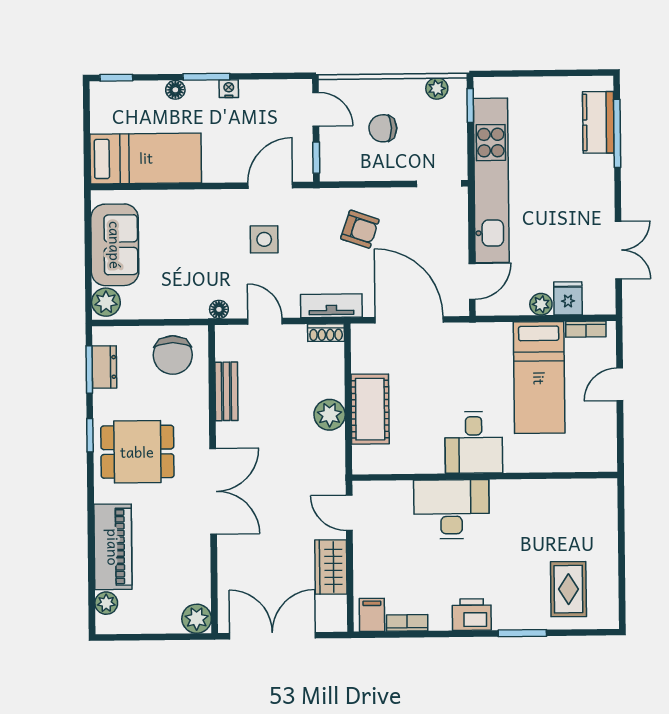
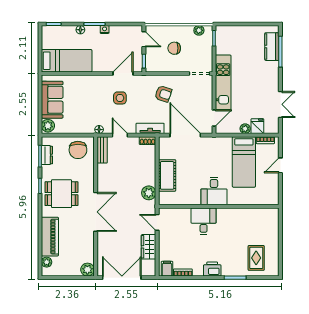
kitchen unit: (491, 180) -> (223, 82), width x0.73
bench: (226, 391) -> (102, 150), moved
plant: (330, 415) -> (149, 193), moved
desk: (451, 509) -> (204, 221), width x0.73

